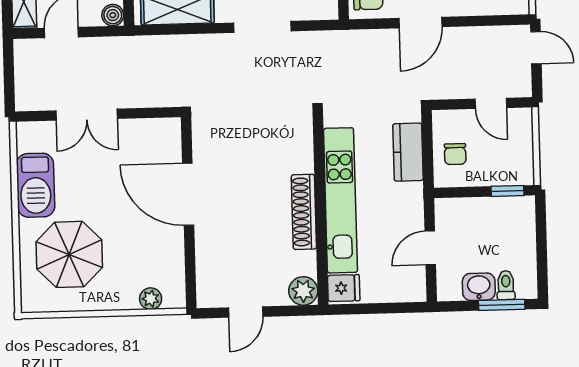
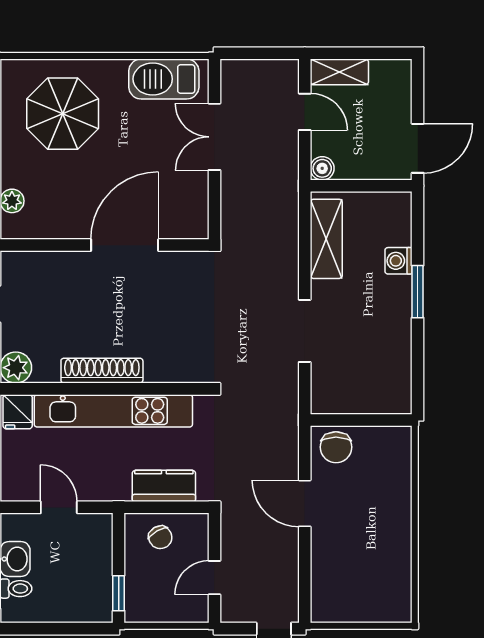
chair: (455, 154) -> (160, 537), turned -120
barbecue: (36, 185) -> (164, 79), moved

